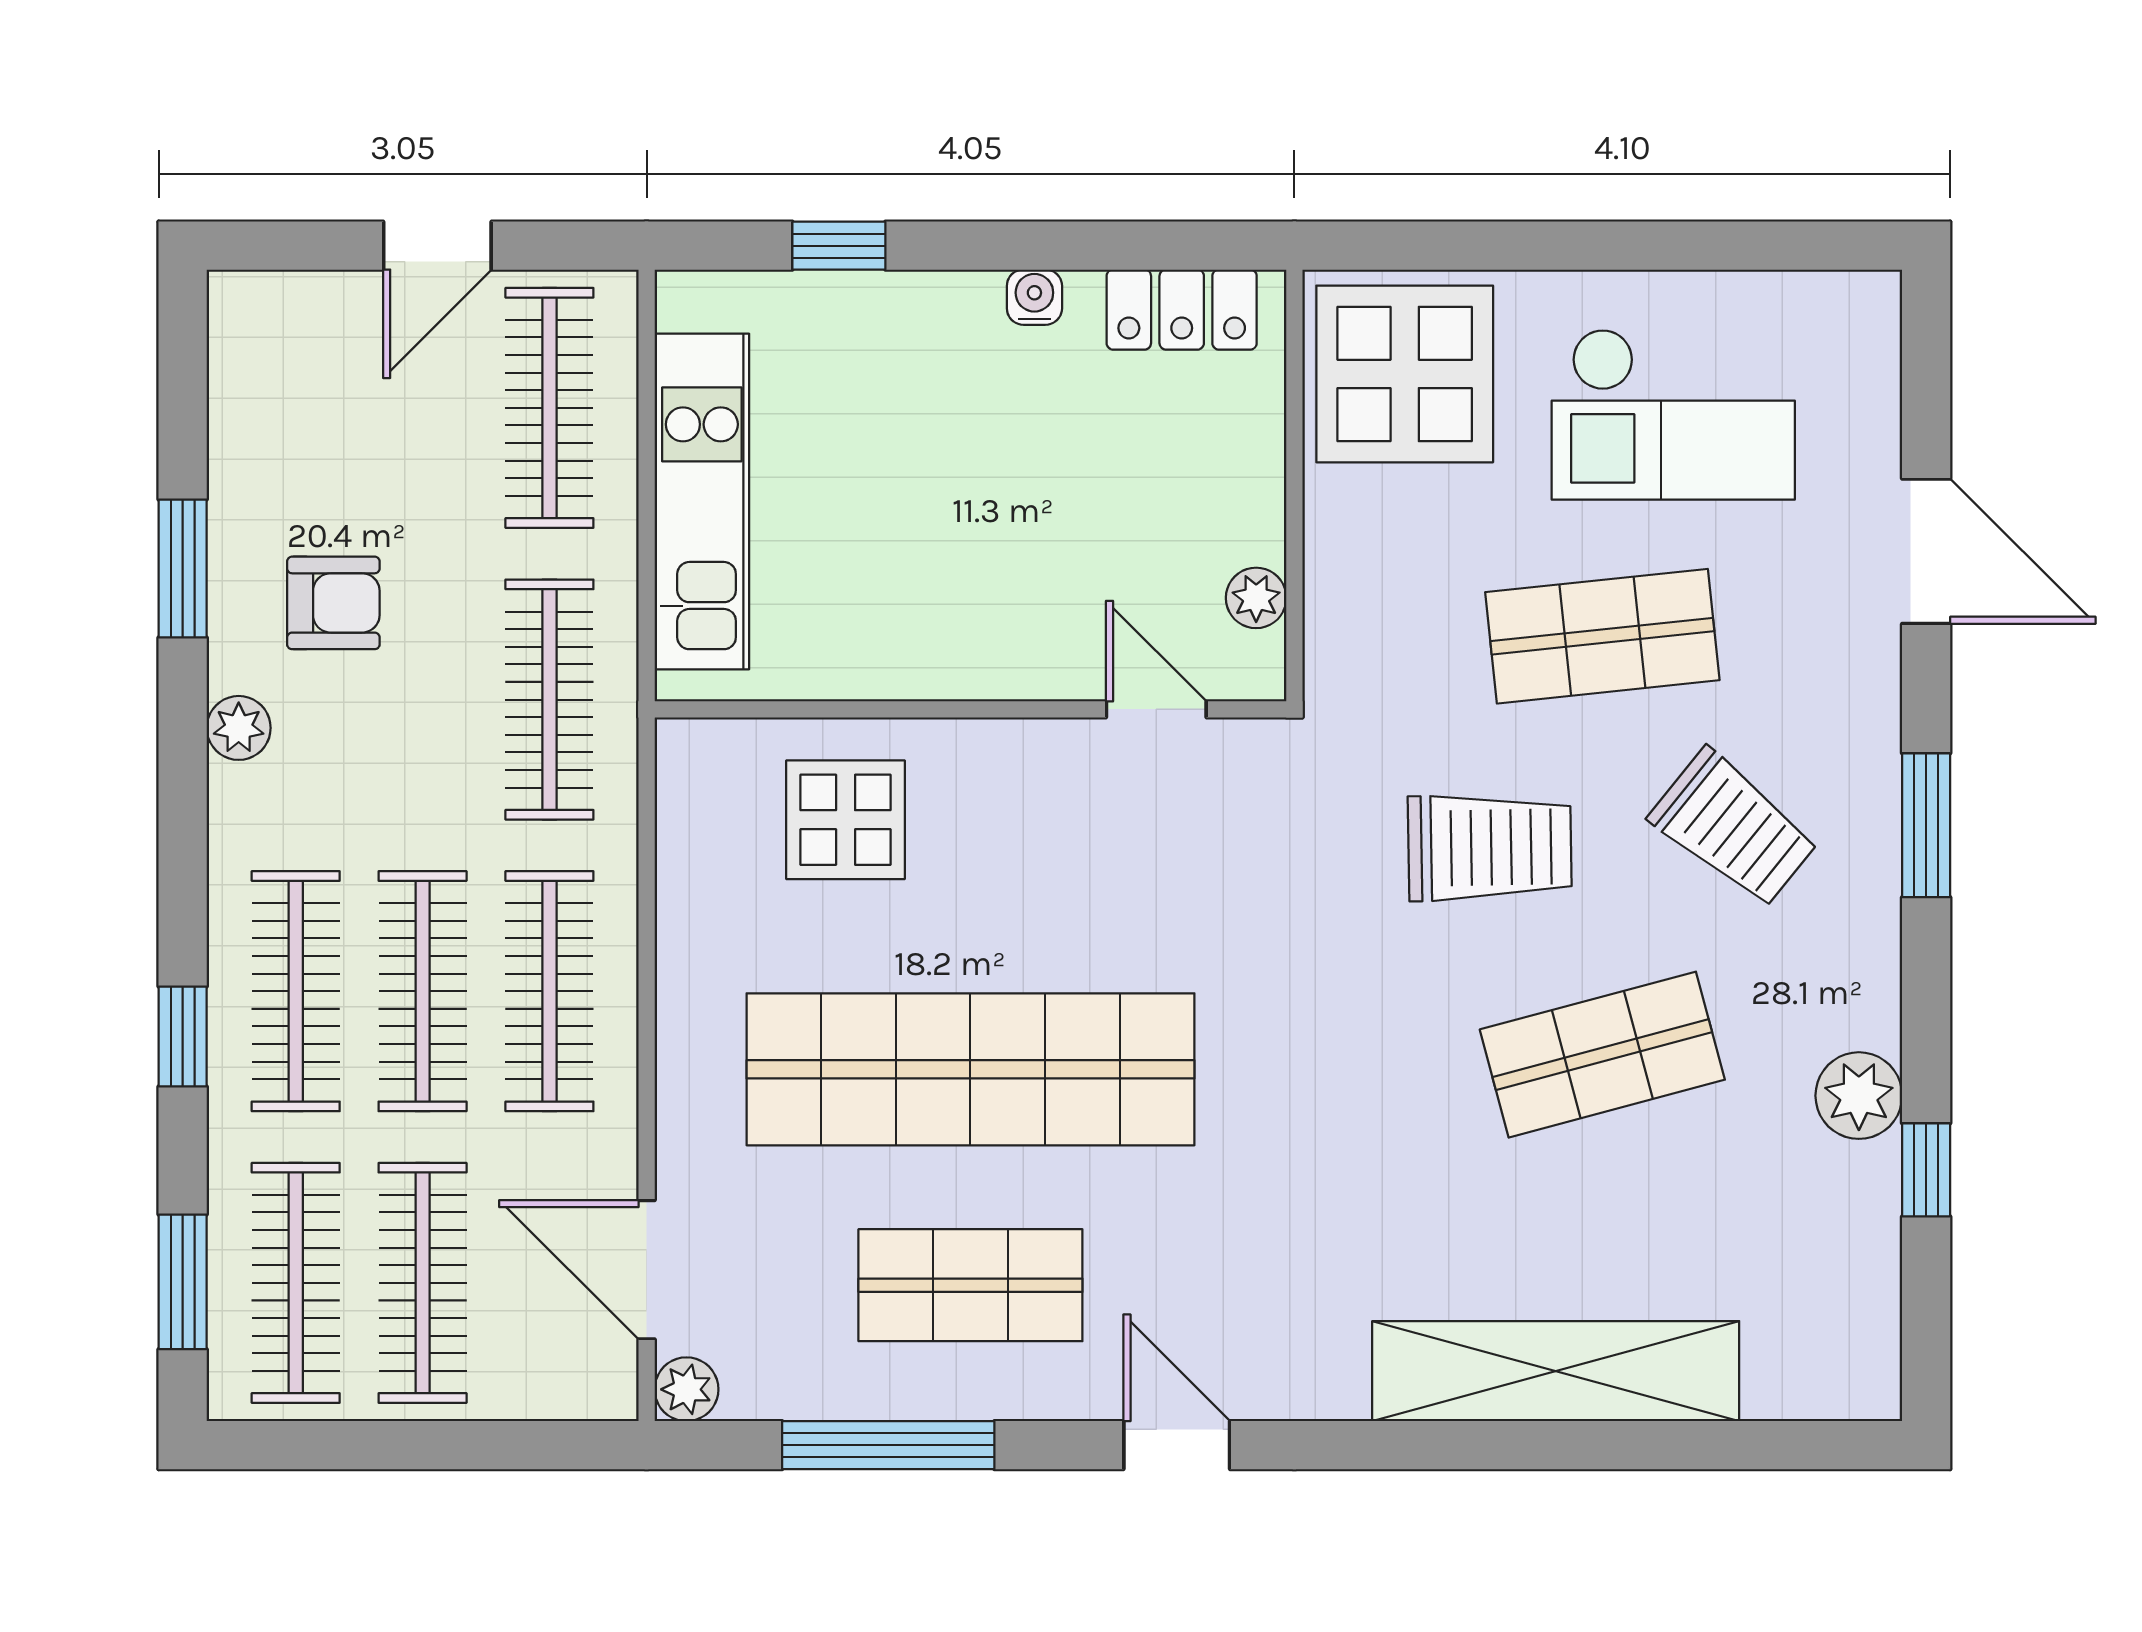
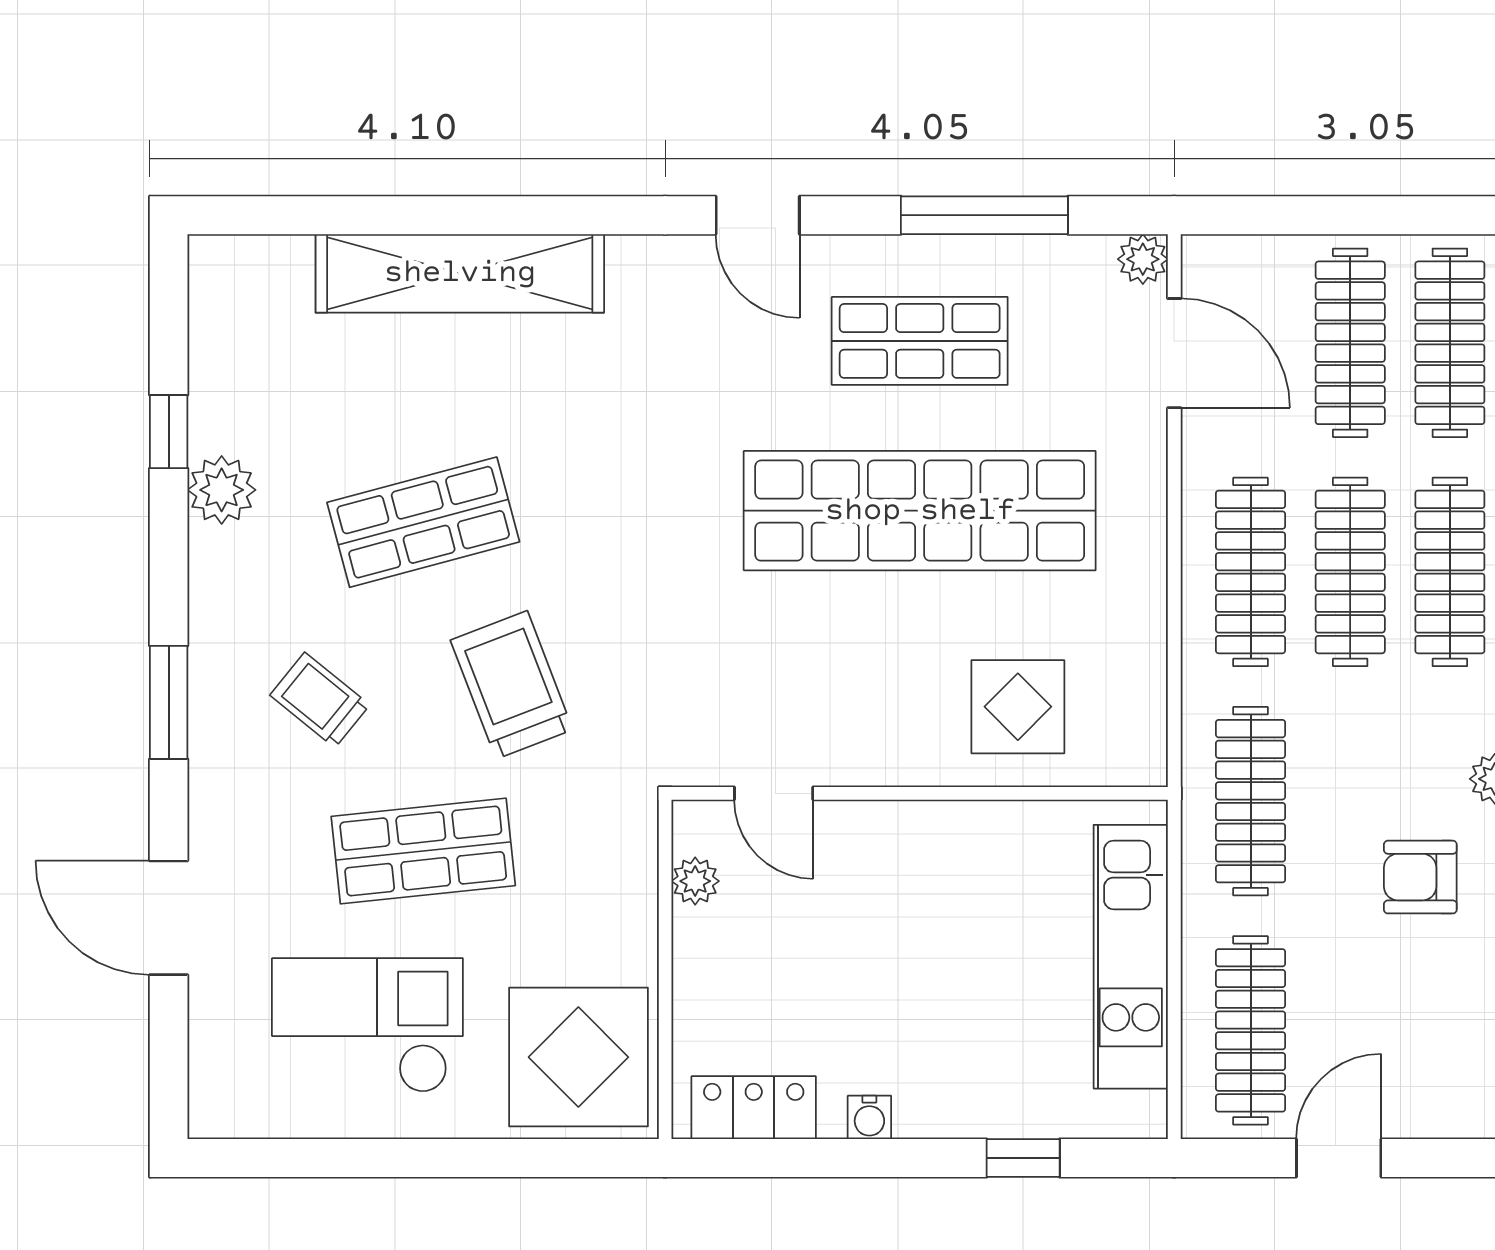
trolley: (1734, 828) -> (320, 700), width x0.73, depth x0.72
trolley: (1490, 848) -> (512, 685), turned 70

